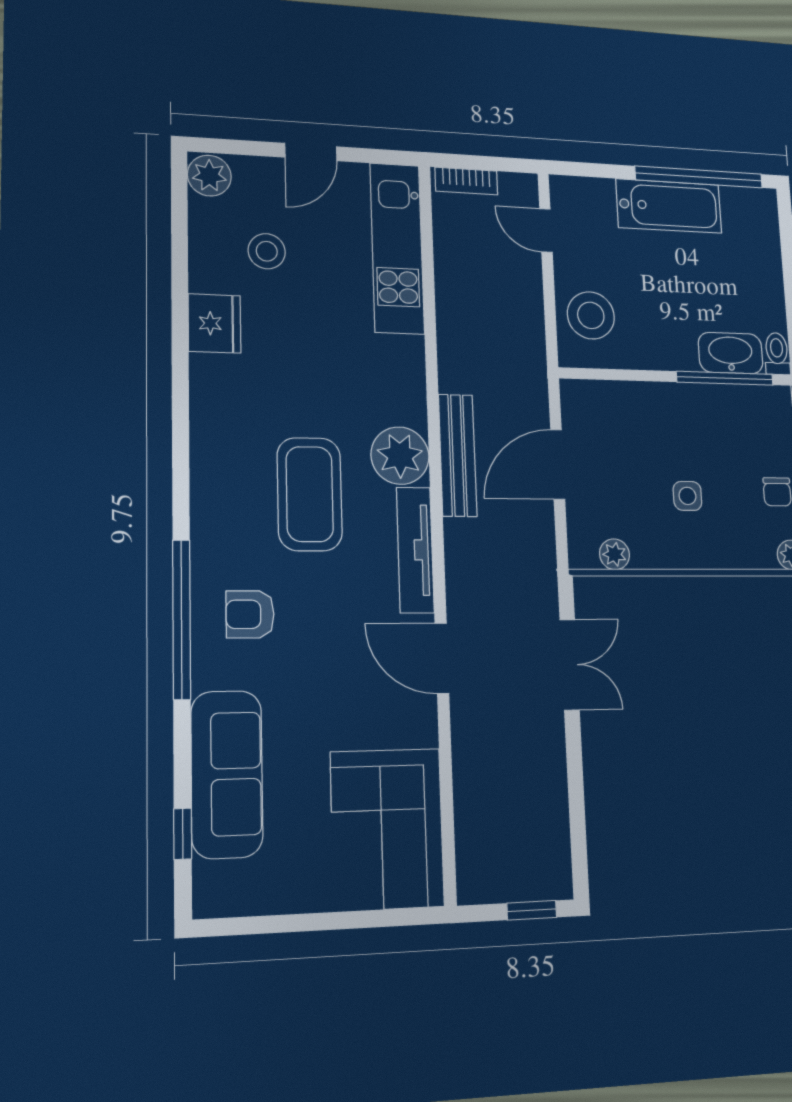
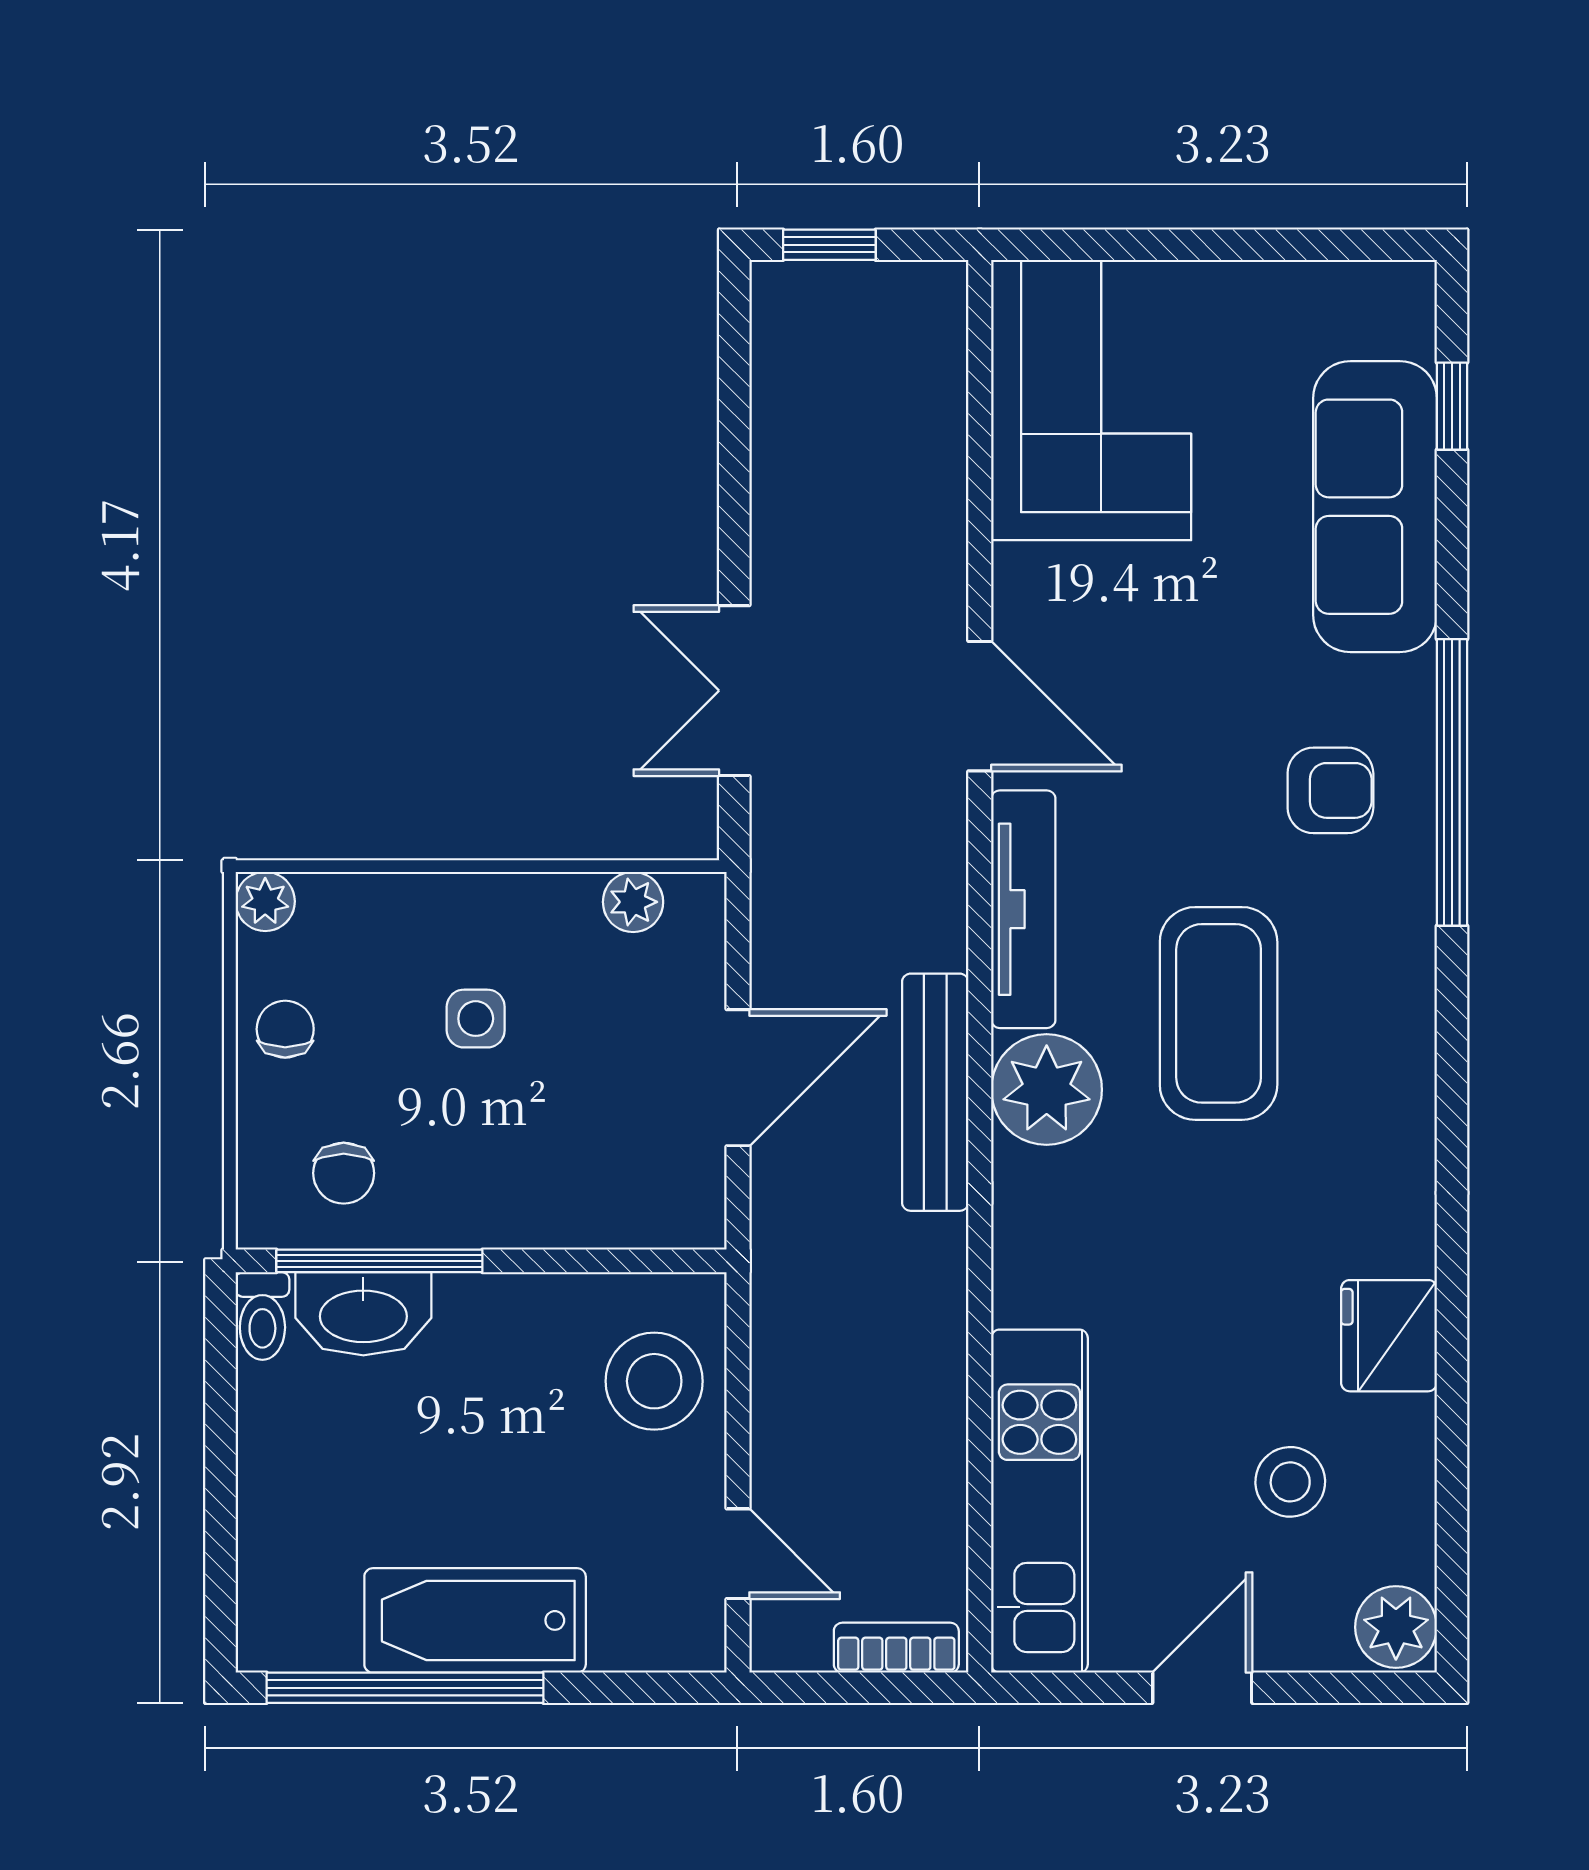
chair: (745, 421) -> (344, 1173), added

